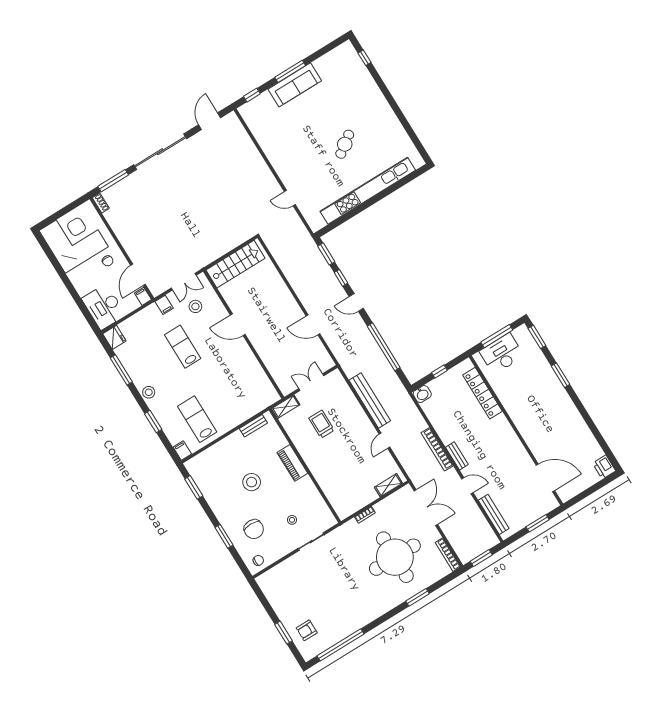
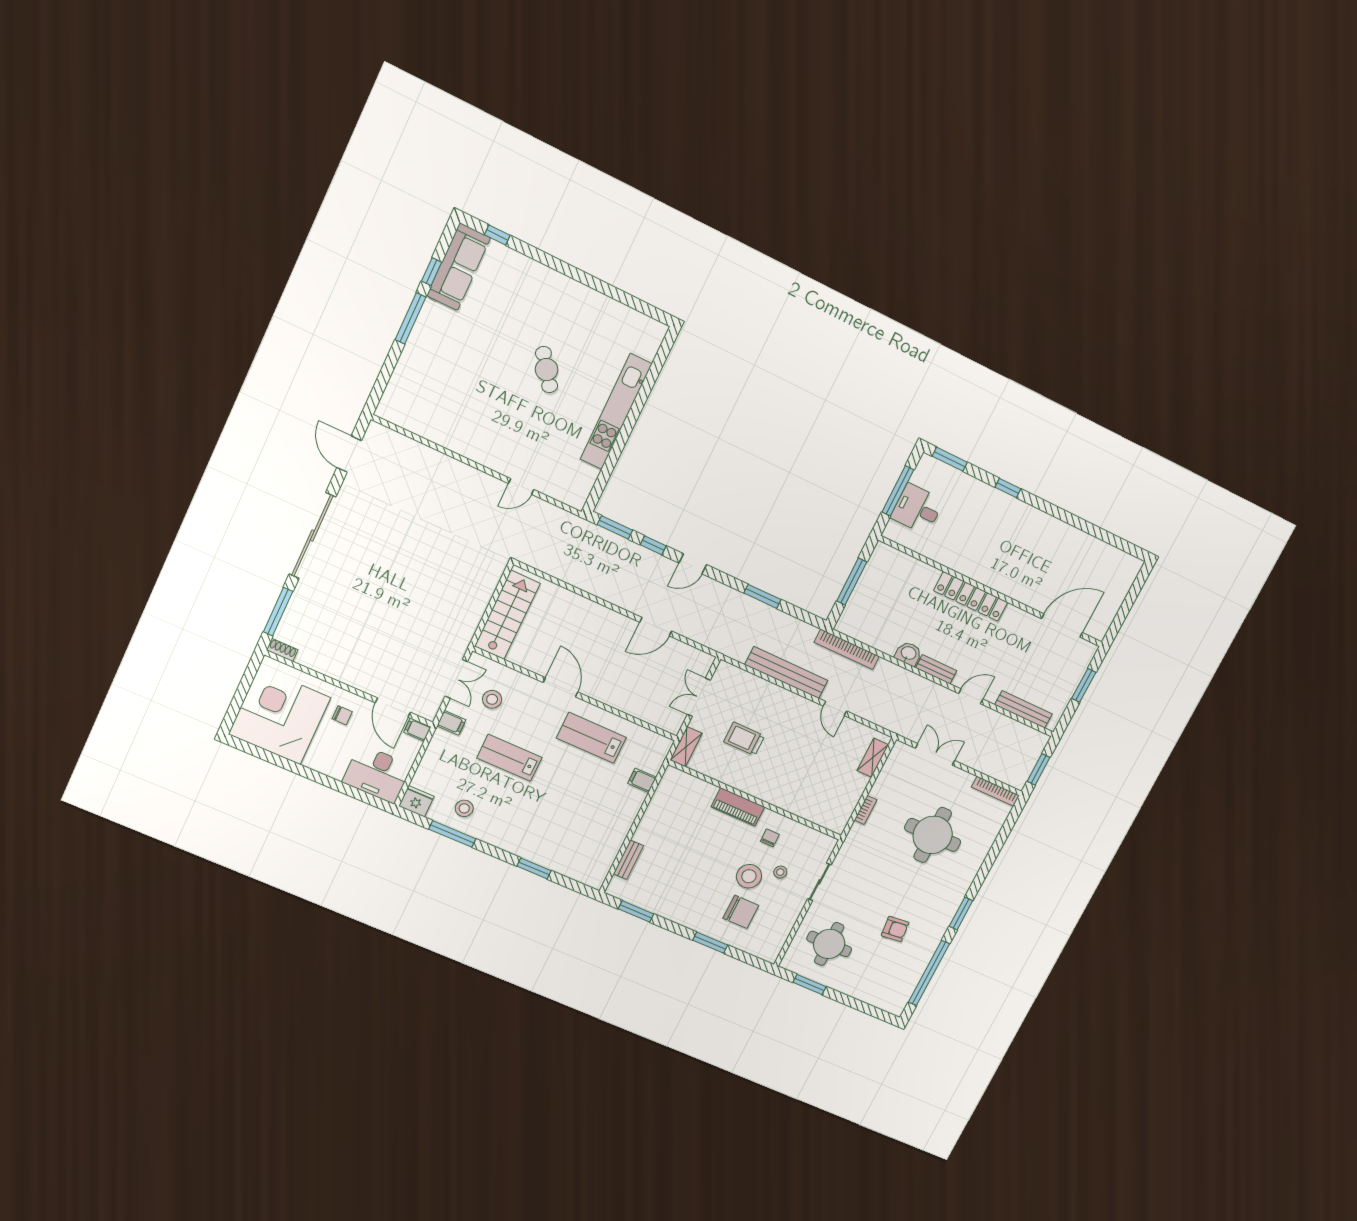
sofa: (295, 85) -> (459, 267), moved
window: (252, 95) -> (432, 272), moved
kitchen unit: (368, 191) -> (616, 412), width x0.73
door: (238, 325) -> (561, 687), swing flipped
window: (384, 347) -> (763, 596), width x0.47
desk: (502, 354) -> (917, 509), width x0.73
window: (439, 371) -> (852, 581), width x2.17
window: (561, 375) -> (1008, 488), width x0.67
stool: (149, 392) -> (464, 808), moved
locker: (483, 393) -> (971, 596), moved
washbasin: (422, 394) -> (908, 654), moved, turned -90
lab bench: (197, 419) -> (591, 738), moved
bench: (253, 426) -> (628, 860), moved
bookcase: (437, 449) -> (847, 649), moved
filing cabinet: (182, 451) -> (642, 780), moved
printer: (604, 467) -> (1128, 566), removed
stool: (252, 482) -> (749, 876), moved
double door: (426, 508) -> (935, 754), width x0.73
round table: (395, 557) -> (933, 835), width x0.73, depth x0.73
chair: (258, 560) -> (770, 838), moved
round table: (293, 585) -> (829, 944), added
window: (418, 597) -> (961, 914), moved
armchair: (307, 630) -> (895, 929), moved, turned -96
window: (283, 633) -> (810, 985), moved

